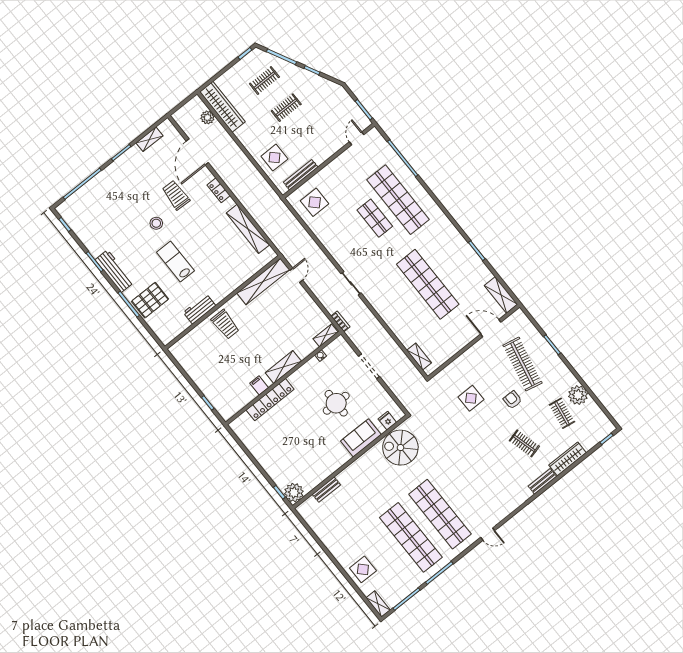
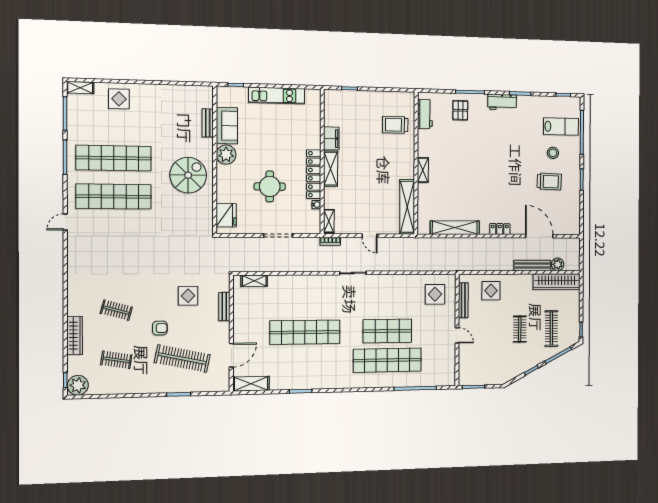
clothes rail: (264, 80) -> (551, 329), width x1.36
door: (357, 138) -> (457, 335), moved
shelving: (149, 139) -> (423, 170), moved
bench: (226, 139) -> (532, 265), added
trolley: (176, 195) -> (549, 181), moved
shop shelf: (375, 218) -> (387, 331), width x1.43, depth x1.36
stool: (156, 223) -> (553, 153), moved
lab bench: (175, 261) -> (561, 127), moved
workbench: (114, 271) -> (502, 102), width x0.73
door: (296, 275) -> (370, 236), moved
pallet: (150, 300) -> (460, 110), width x0.67, depth x0.71
workbench: (199, 309) -> (425, 114), moved
trolley: (225, 324) -> (395, 125), moved
filing cabinet: (259, 385) -> (331, 138), width x2.00
plant: (578, 395) -> (78, 385), moved
locker: (270, 400) -> (314, 174), moved
fridge: (387, 421) -> (226, 215), width x1.88, depth x1.34
sofa: (361, 438) -> (227, 126), moved
clothes rail: (524, 443) -> (116, 310), turned 30
spiral stairs: (400, 448) -> (188, 175), moved
kitchen unit: (261, 455) -> (277, 96), added
bench: (542, 481) -> (224, 307), moved
plant: (294, 493) -> (226, 155), moved

